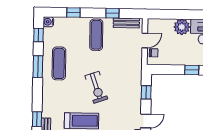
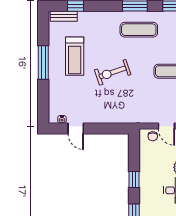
window: (146, 92) -> (108, 129), removed

